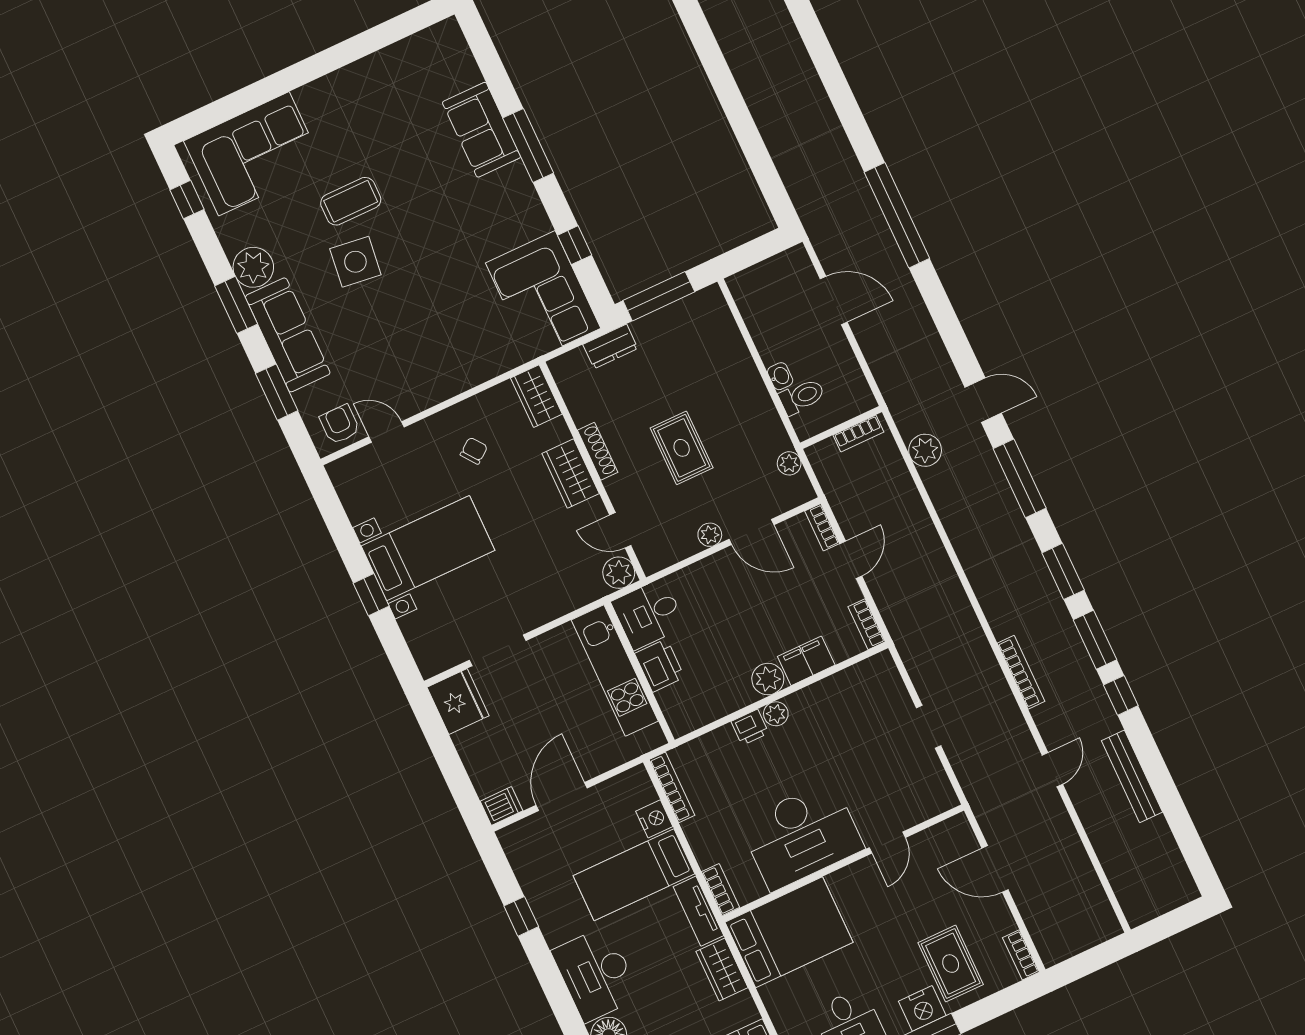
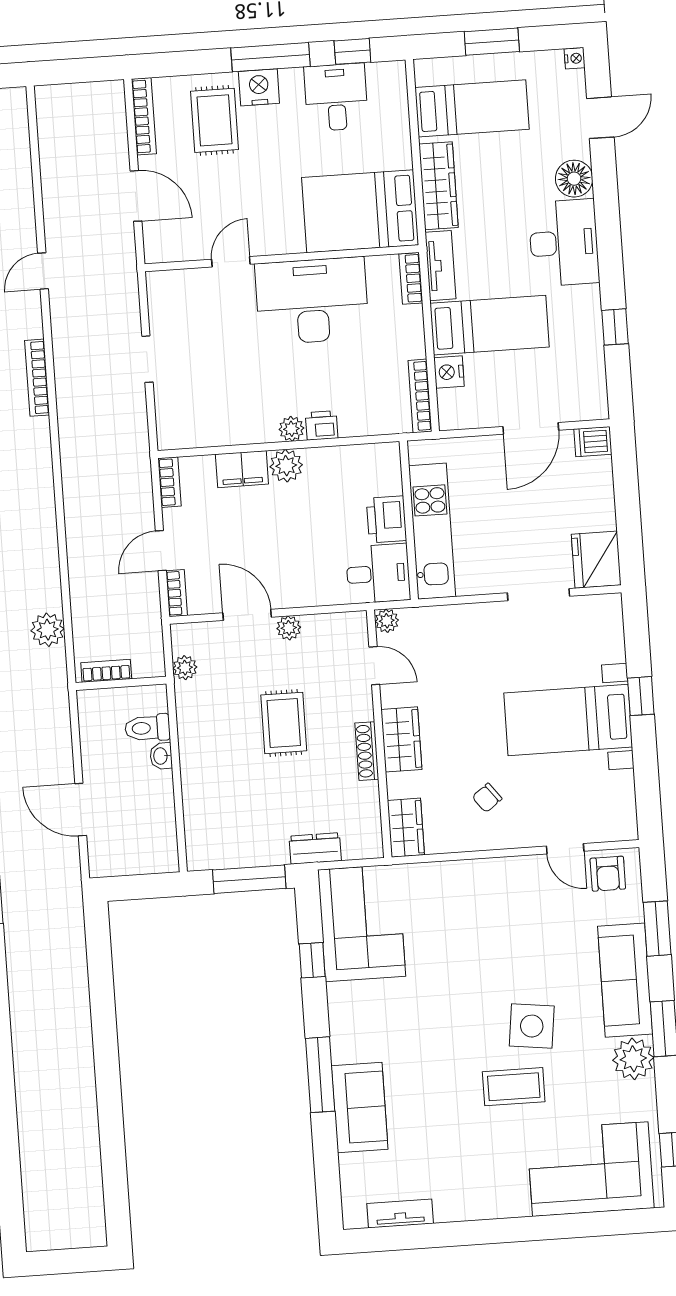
tv unit: (409, 49) -> (400, 1213), added
plant: (619, 573) -> (387, 621), width x0.73, depth x0.73
bookcase: (1021, 955) -> (144, 116), width x1.56
wardrobe: (722, 970) -> (438, 186), width x1.50

